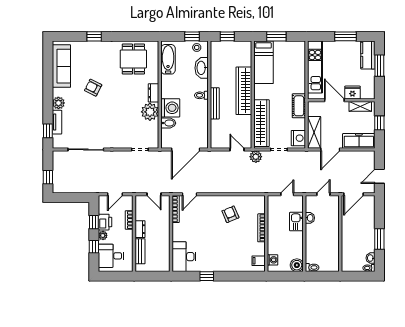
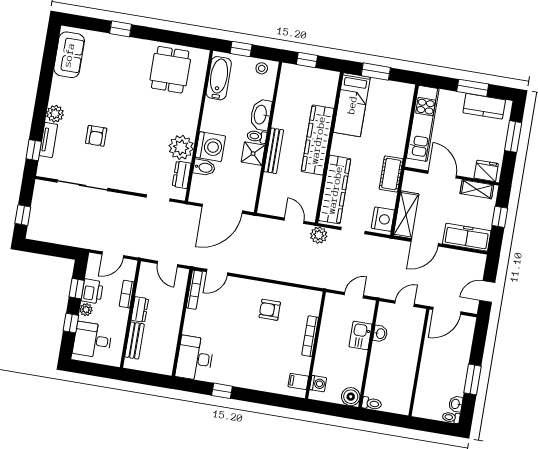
window: (192, 36) -> (241, 49), moved
kitchen counter: (368, 55) -> (484, 106), moved, turned -90
sofa: (61, 66) -> (69, 55), width x0.73
washbasin: (202, 68) -> (261, 115), moved
armchair: (93, 88) -> (96, 136), moved, turned -117
dresser: (154, 93) -> (182, 175), moved
fridge: (352, 93) -> (486, 171), moved
shower: (201, 108) -> (253, 154), added
armchair: (230, 214) -> (270, 310), turned -67

